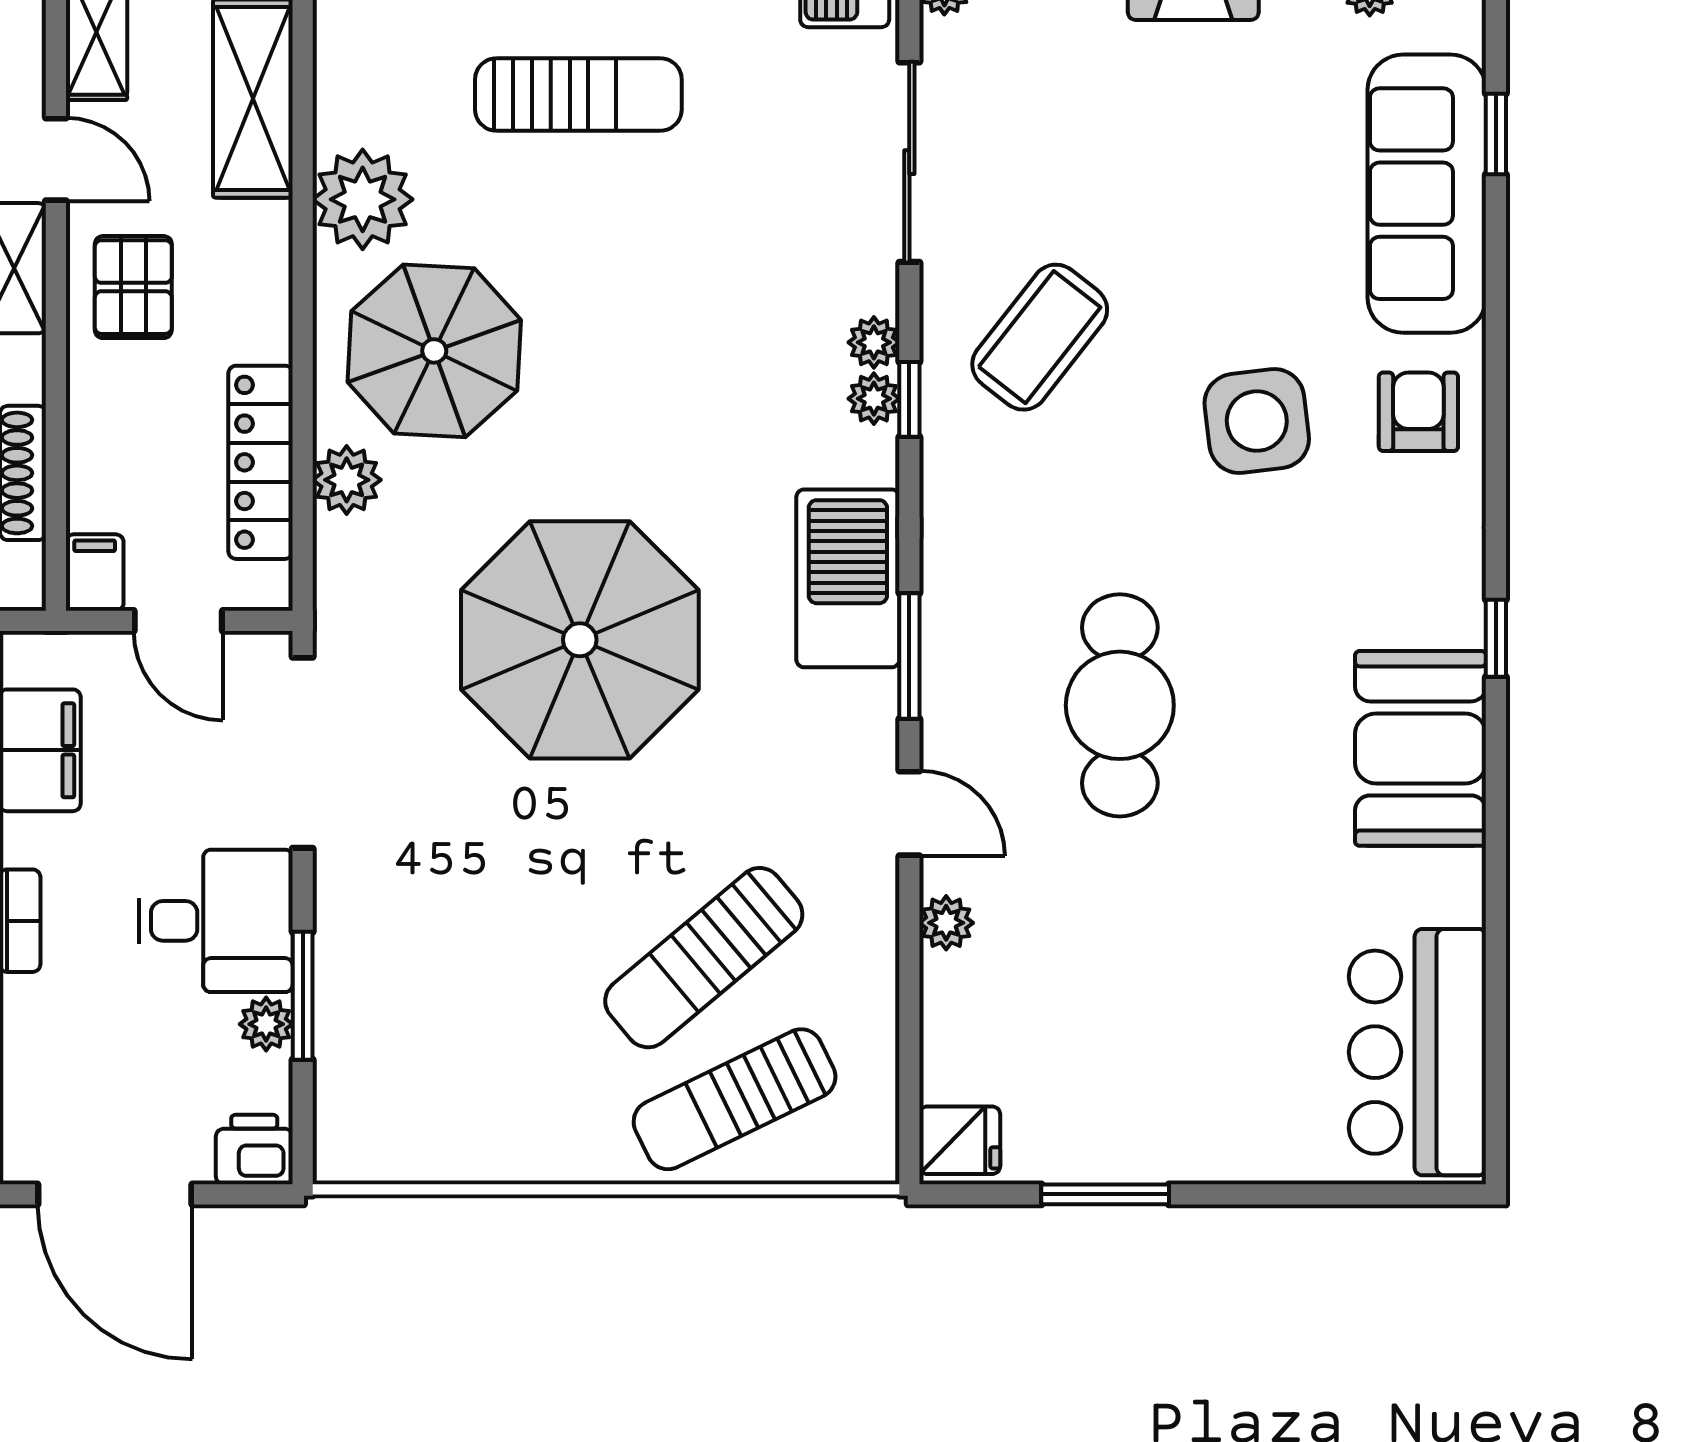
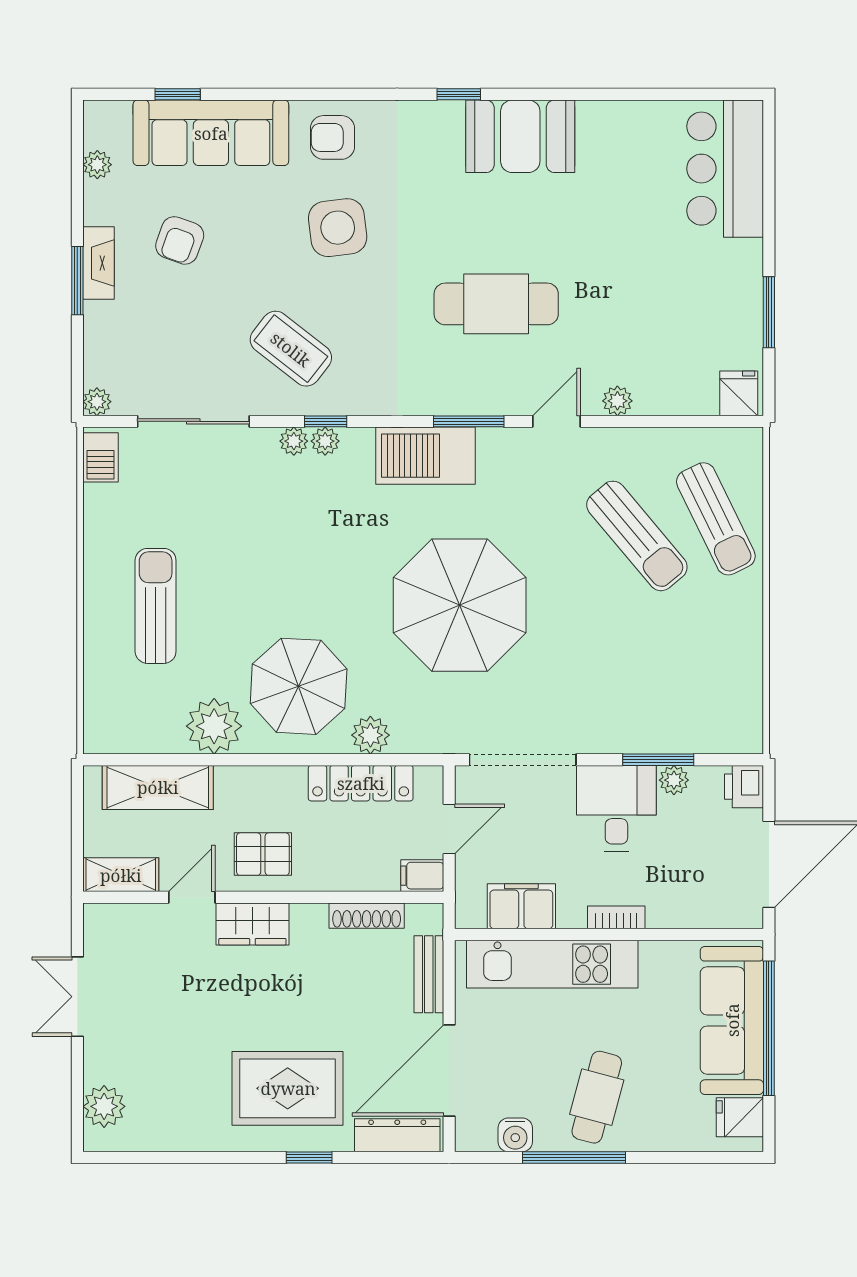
armchair: (1234, 138) -> (180, 240), added
bar counter: (1417, 1052) -> (725, 169), moved, turned 90

